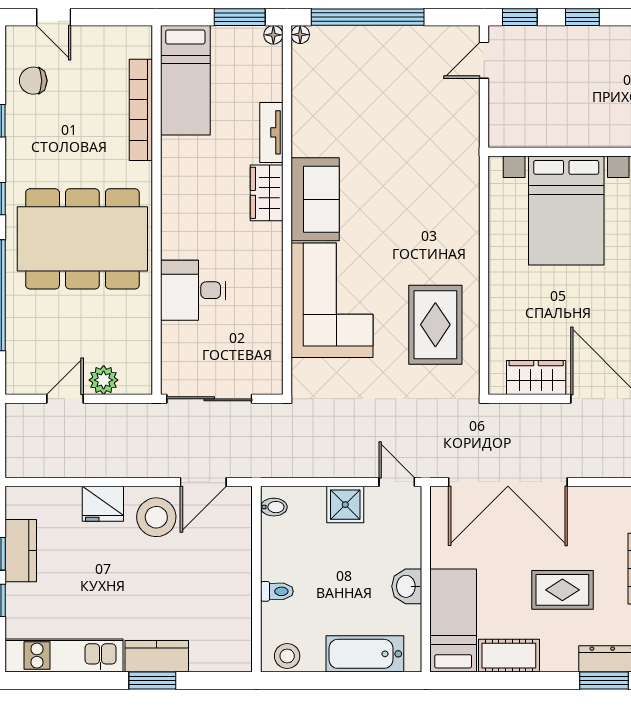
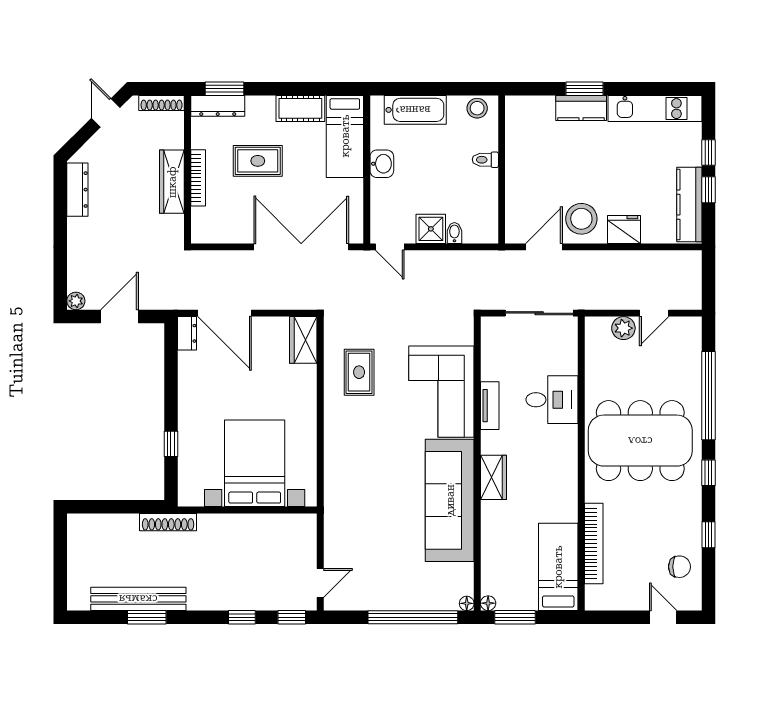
tv unit: (271, 132) -> (490, 406), moved
sofa: (315, 199) -> (450, 500), width x1.85, depth x1.27
rug: (435, 325) -> (359, 372), width x0.73, depth x0.70
wardrobe: (536, 378) -> (303, 340), moved, turned 90
bidet: (274, 507) -> (454, 233), moved, turned 90
kitchen counter: (21, 551) -> (689, 205), width x1.50

